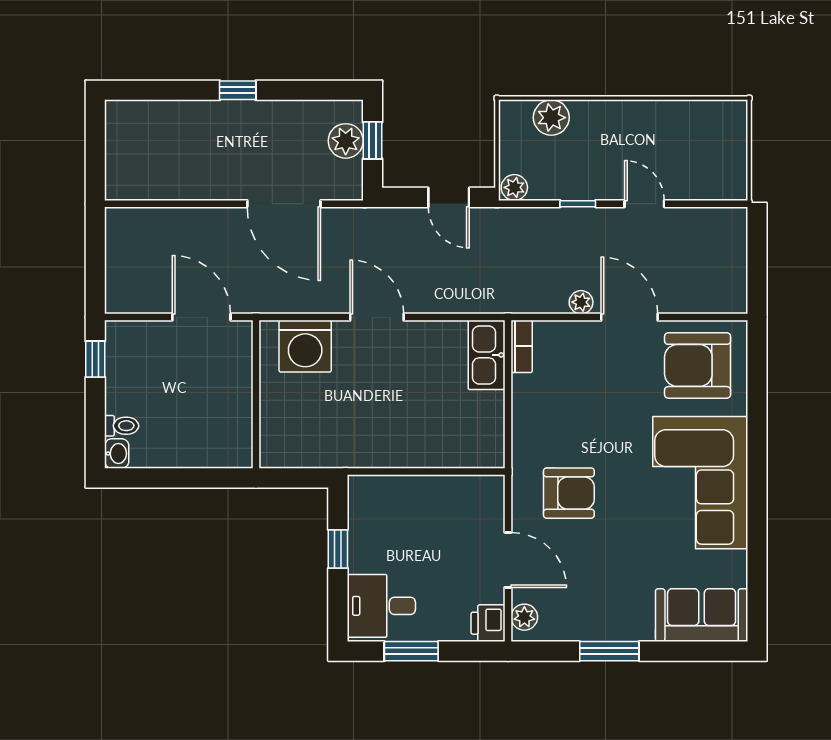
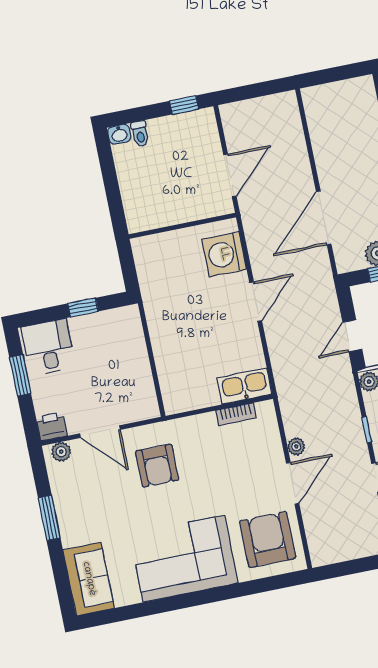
bookcase: (522, 346) -> (236, 414), moved
door: (508, 560) -> (100, 432), hinge flipped

